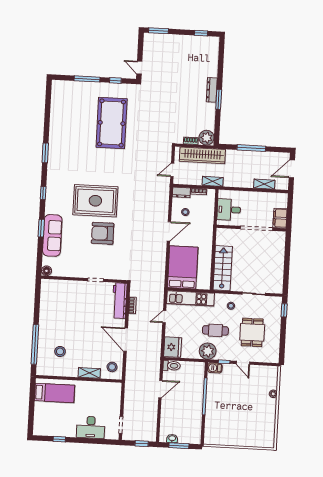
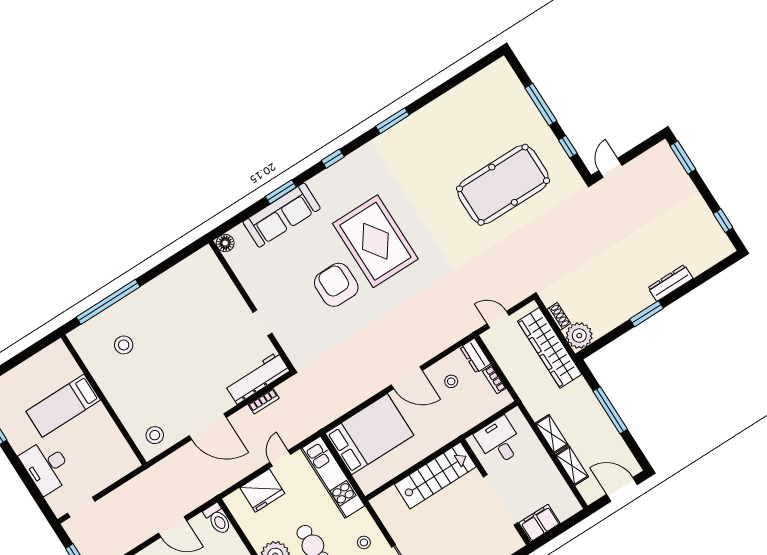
dresser: (212, 90) -> (670, 283), moved
shelving: (213, 181) -> (552, 434), moved
stairs: (223, 268) -> (435, 475), moved
door: (164, 317) -> (280, 458), hinge flipped
door: (126, 340) -> (208, 427), swing flipped
fridge: (173, 347) -> (262, 491), moved
shelving: (89, 373) -> (123, 409), removed
bed: (55, 393) -> (63, 406), moved, turned 90

